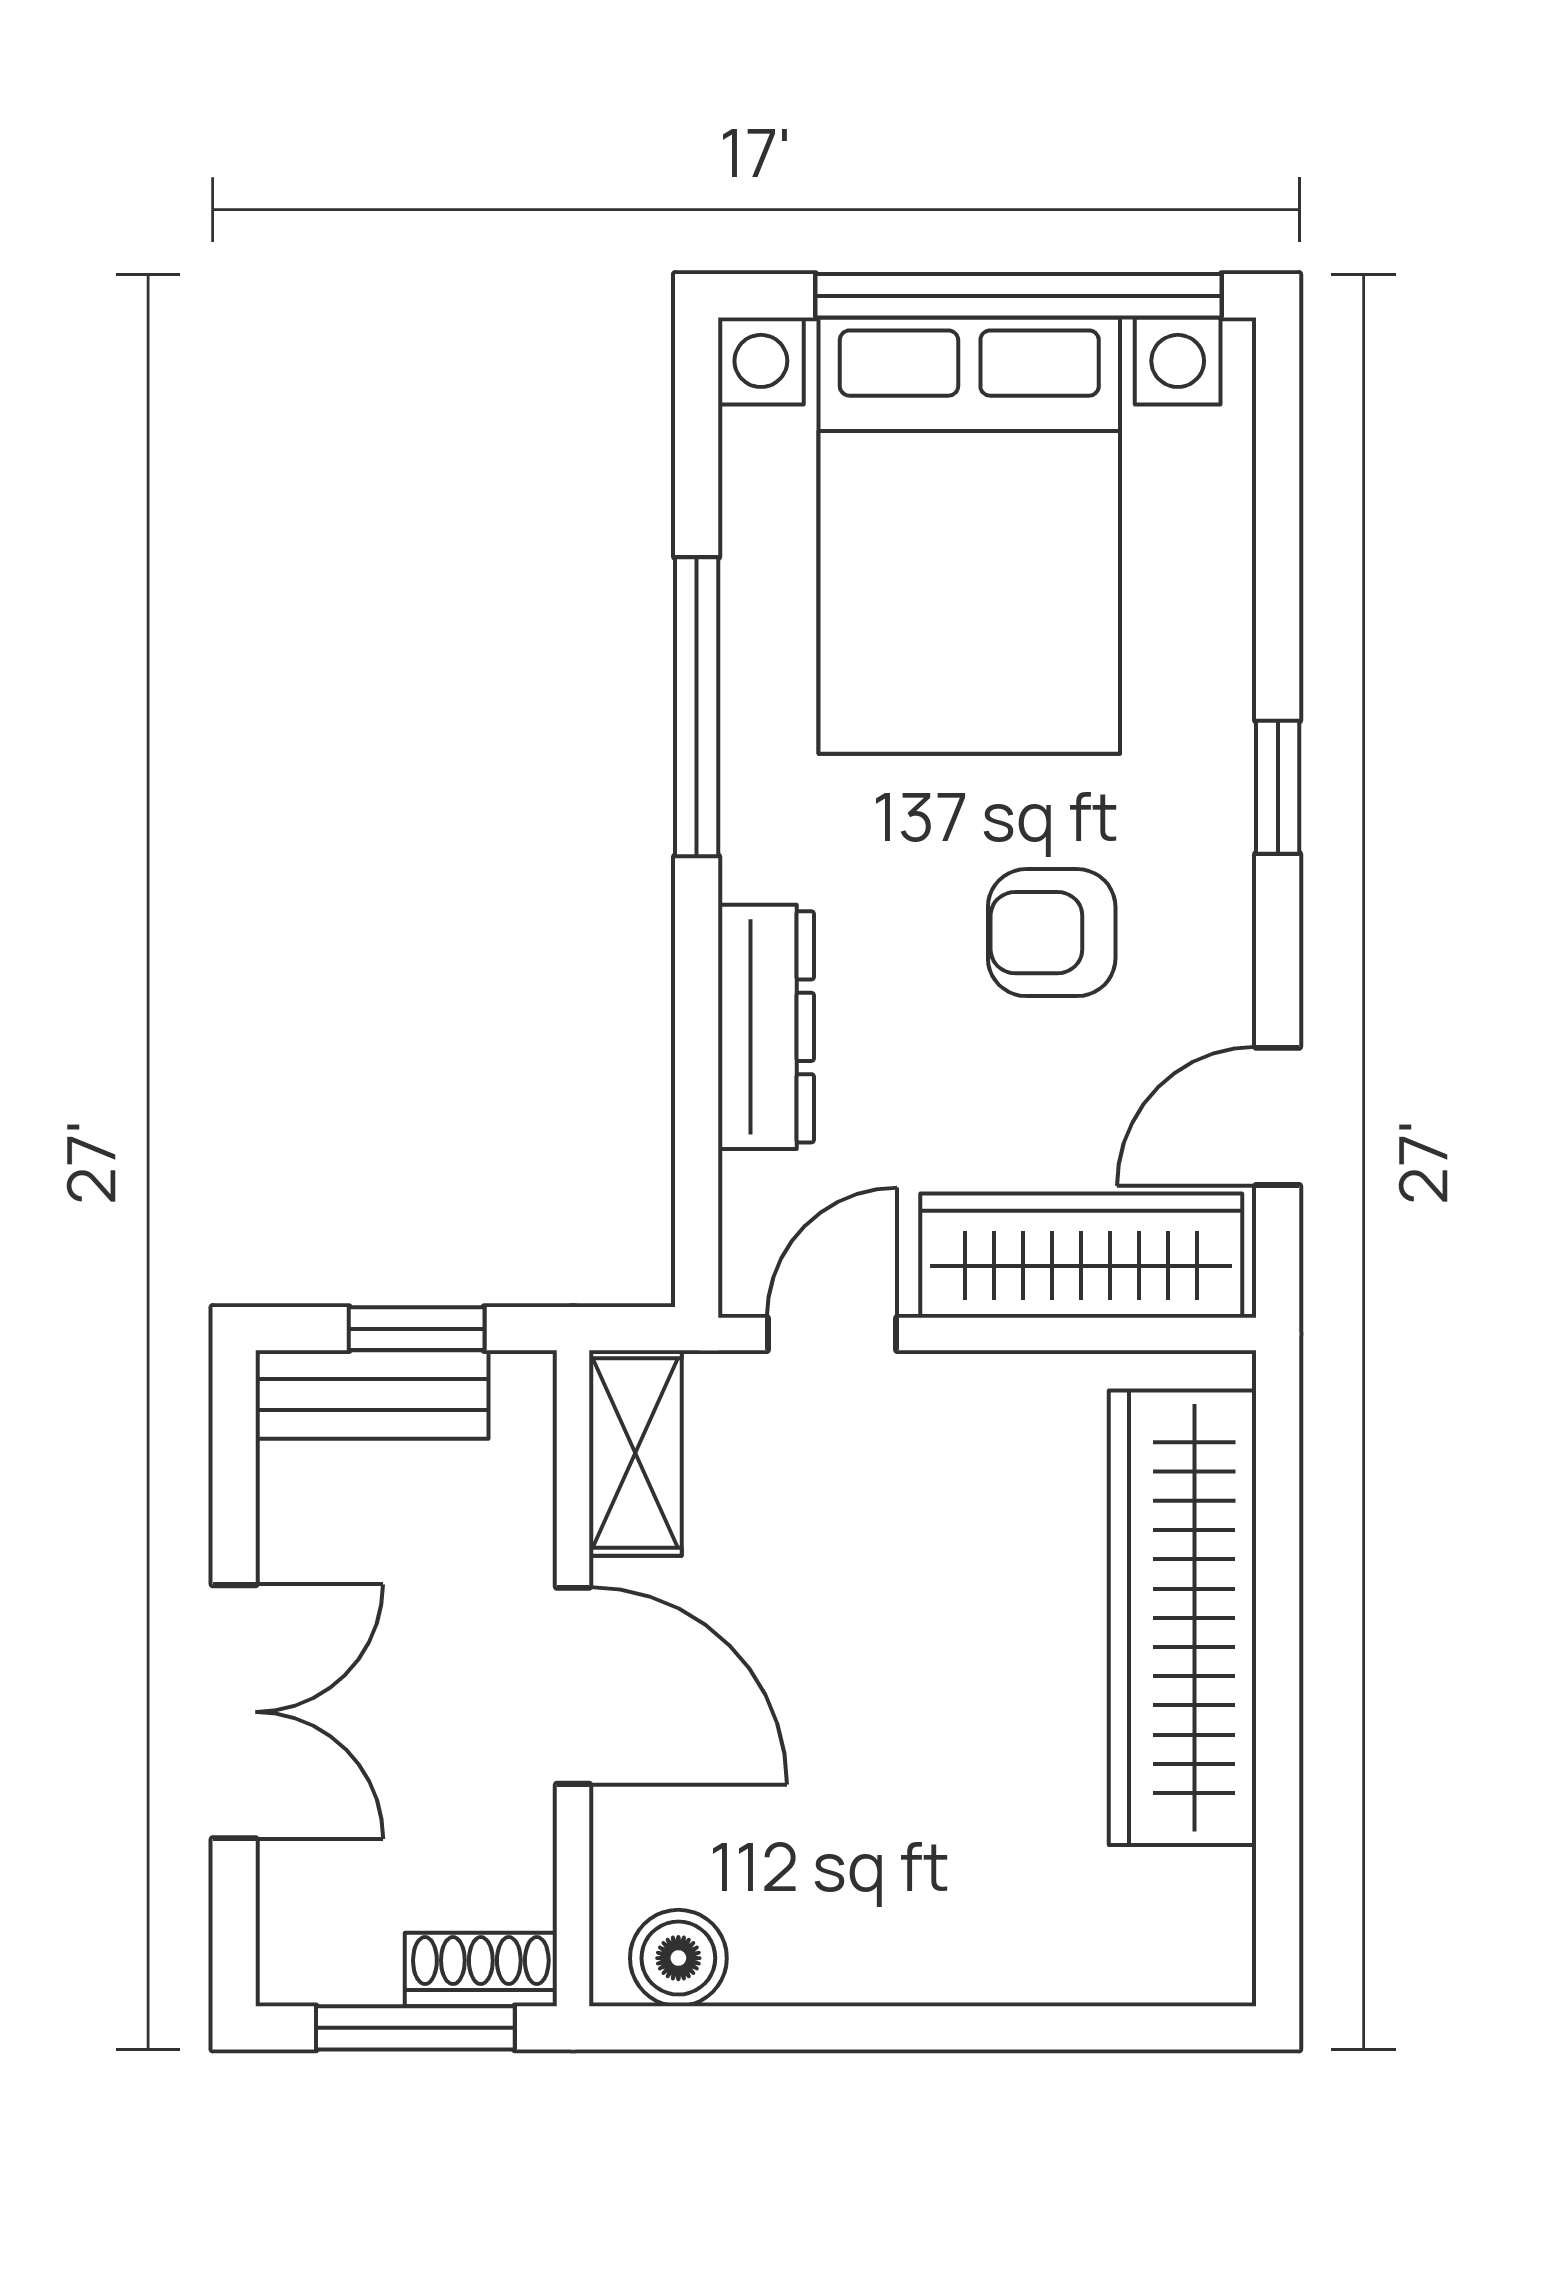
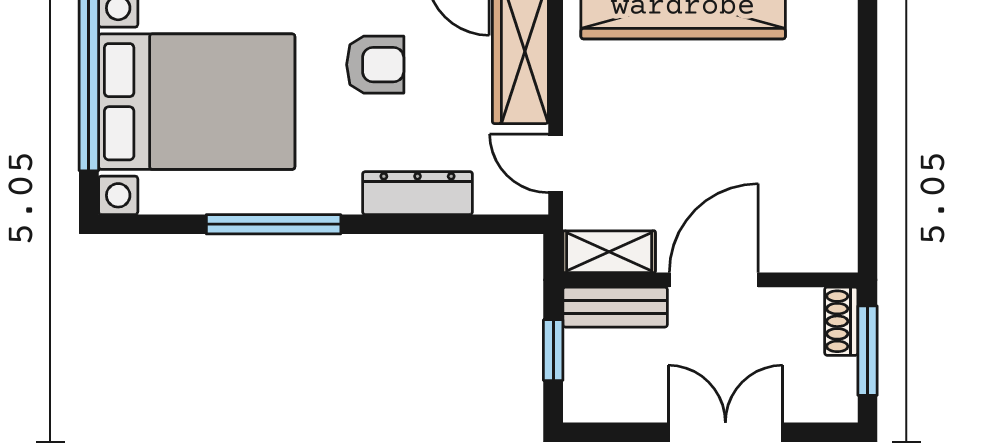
armchair: (1052, 933) -> (375, 65), turned -90
bench: (372, 1395) -> (615, 307), moved, turned 90
boiler: (678, 1958) -> (836, 232), removed

